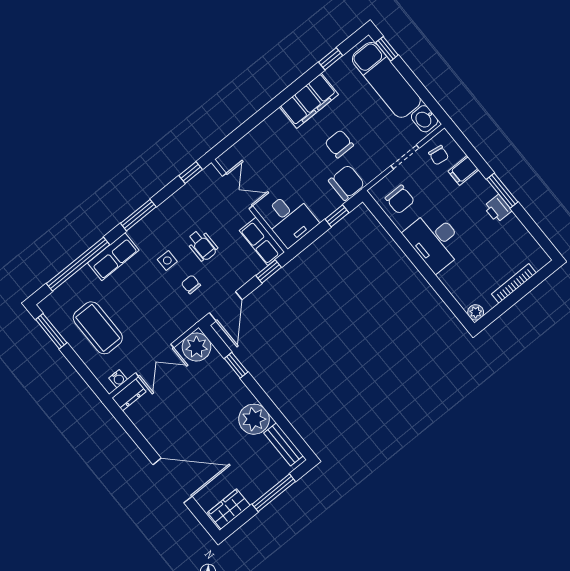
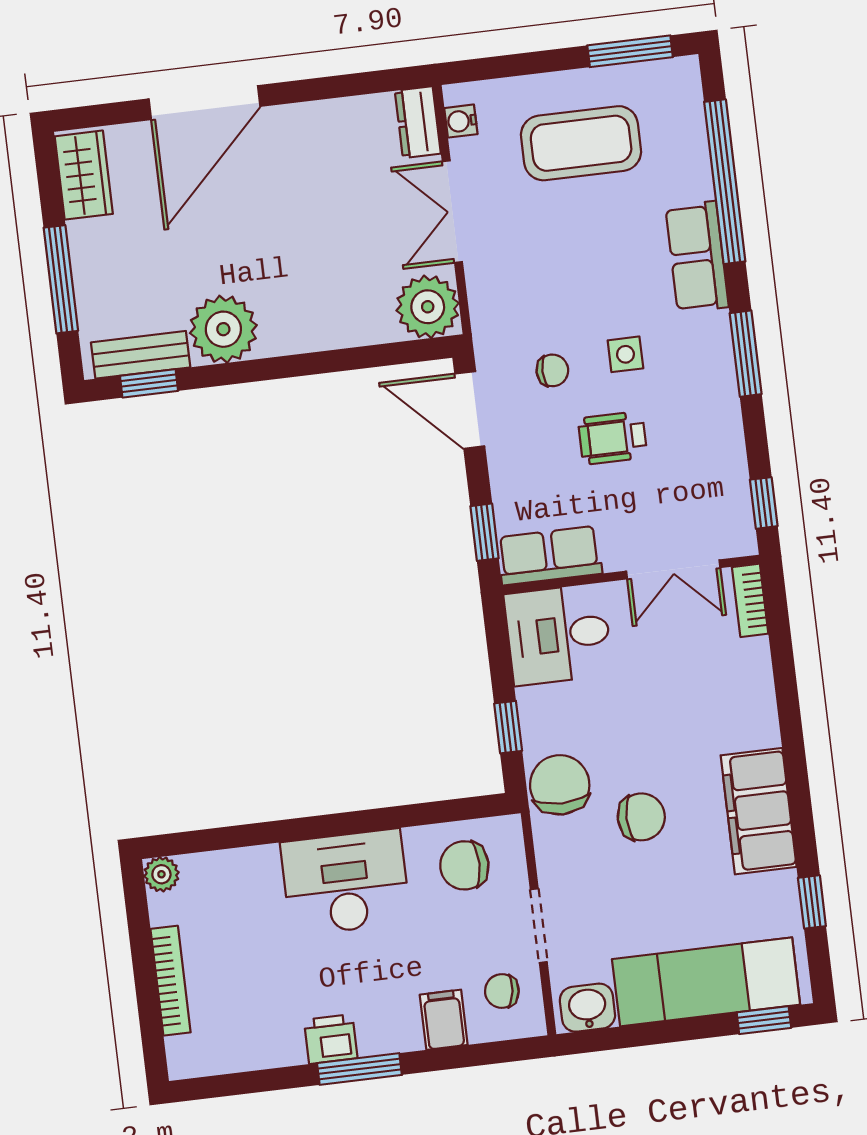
bookcase: (231, 154) -> (750, 600), added
chair: (346, 183) -> (560, 785), turned 180
window: (236, 365) -> (149, 383), moved

